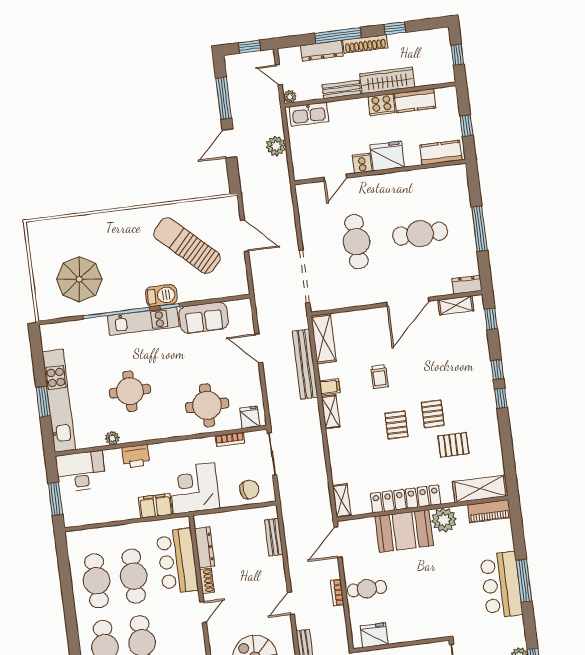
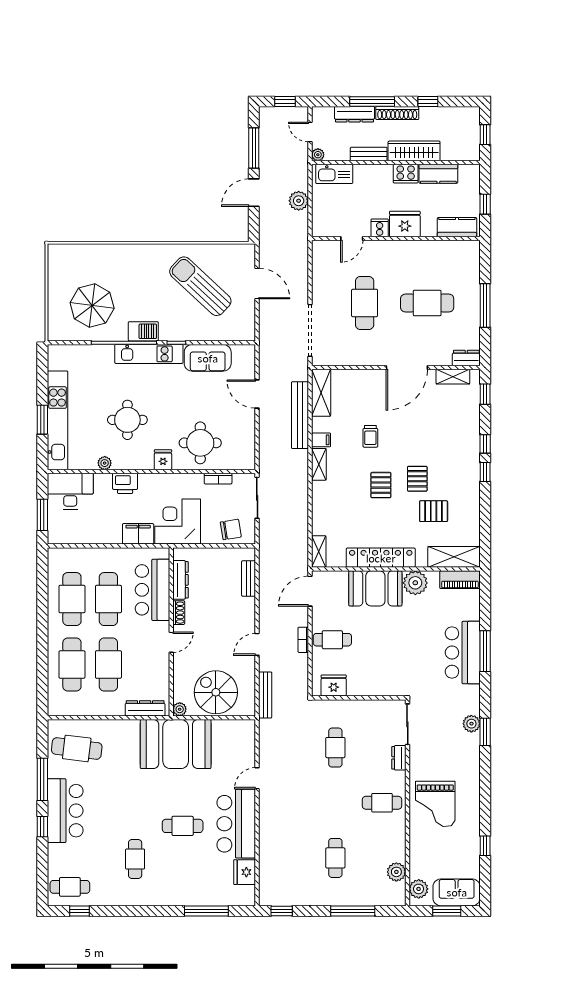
barbecue: (161, 296) -> (143, 331), moved
fridge: (250, 417) -> (163, 460), moved

